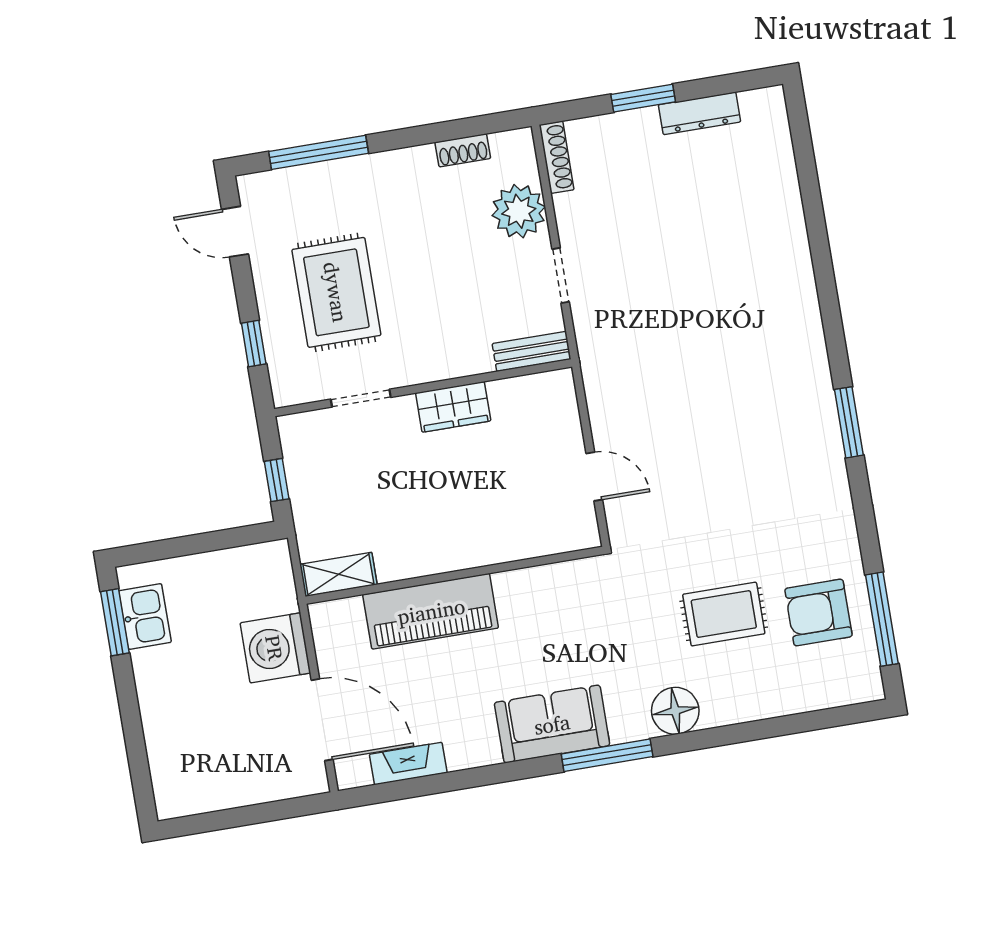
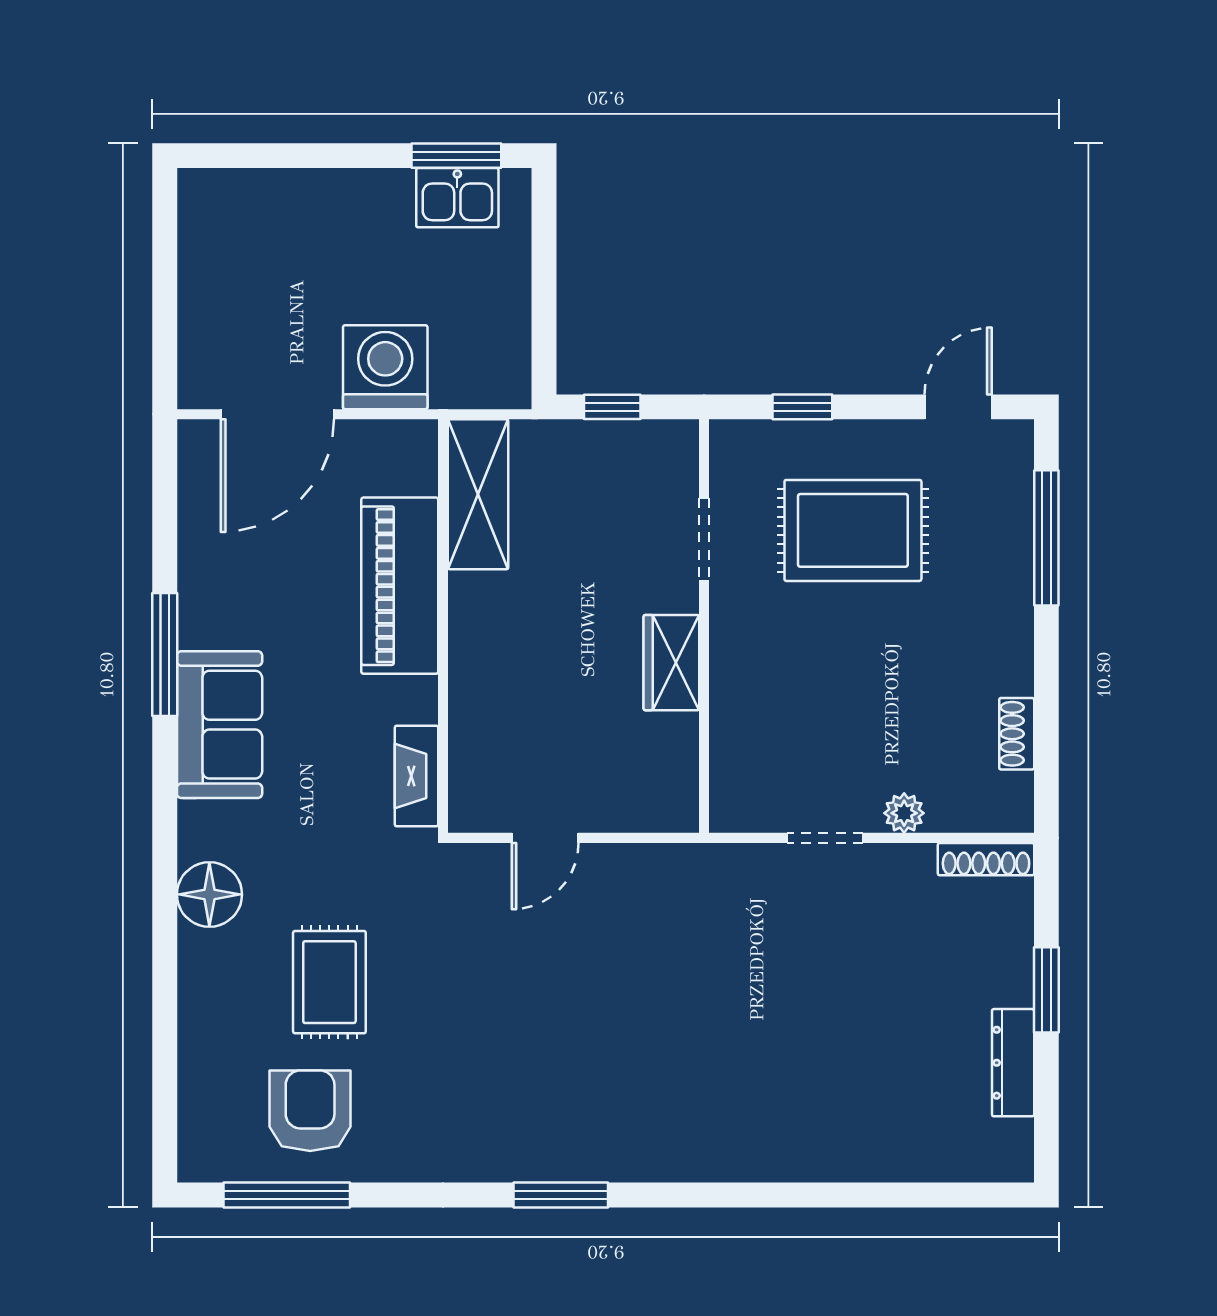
plant: (519, 211) -> (904, 813), width x0.53, depth x0.53
bench: (532, 351) -> (729, 781), removed
shelving: (338, 574) -> (478, 494), width x1.50, depth x1.33
window: (607, 755) -> (165, 654), moved
fireplace: (408, 764) -> (417, 776), moved, turned 180

